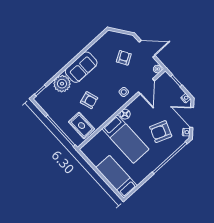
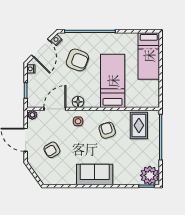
plant: (62, 84) -> (150, 175), moved
armchair: (89, 100) -> (107, 130), moved
floor lamp: (125, 114) -> (78, 102), moved

